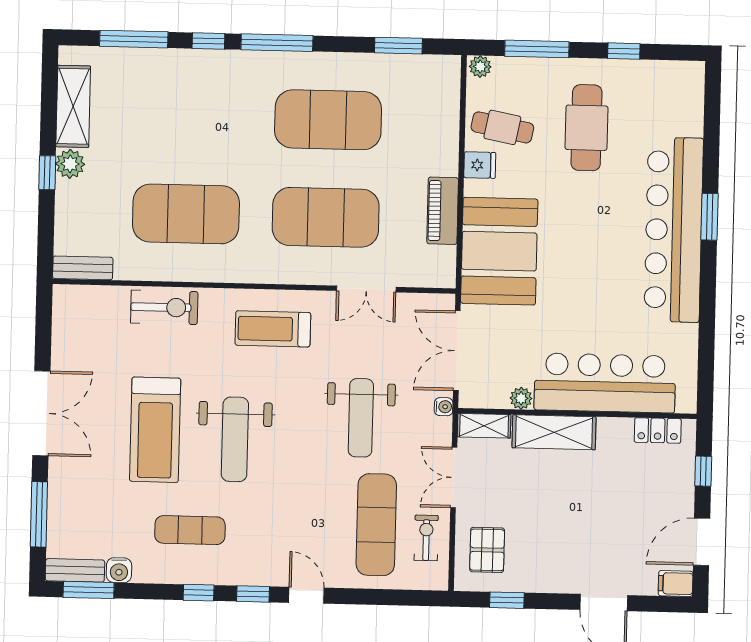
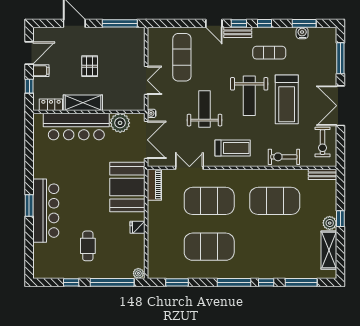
window: (537, 49) -> (112, 282), width x1.46
cafe table: (502, 127) -> (127, 245), removed
cafe table: (586, 128) -> (88, 246), width x0.73, depth x0.74
piano: (443, 211) -> (154, 185), moved
bar counter: (674, 230) -> (46, 211), width x0.73
plant: (521, 398) -> (120, 123), width x1.87, depth x1.87
weight bench: (361, 418) -> (205, 109), moved
shelving: (484, 426) -> (132, 105), removed
treadmill: (155, 430) -> (287, 99), turned 180
shelving: (554, 432) -> (83, 103), moved
weight bench: (235, 439) -> (249, 96), turned 180
exercise bike: (426, 538) -> (323, 142), moved, width x1.38, depth x1.39
pallet: (487, 550) -> (90, 66), moved
bench: (75, 570) -> (238, 32), moved
filing cabinet: (676, 584) -> (41, 71), moved
window: (89, 590) -> (304, 23), moved
window: (507, 600) -> (120, 23), width x2.17

